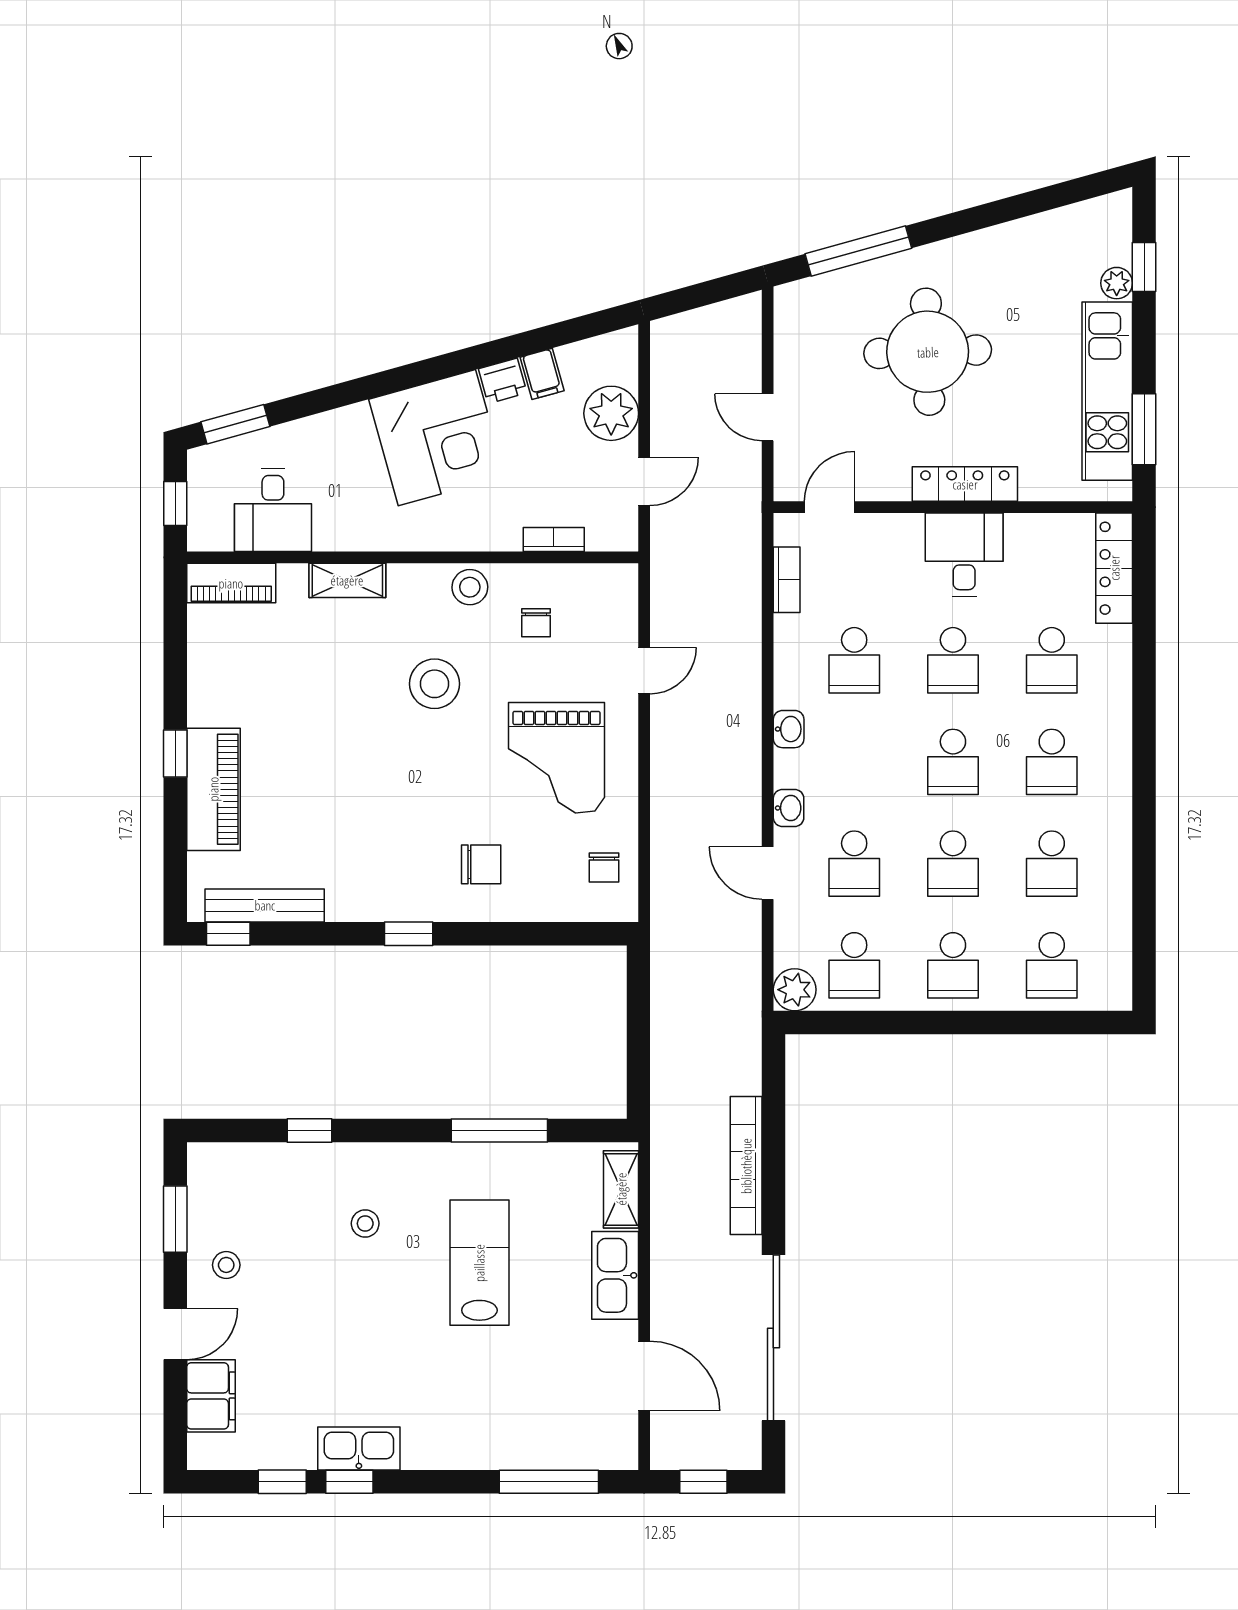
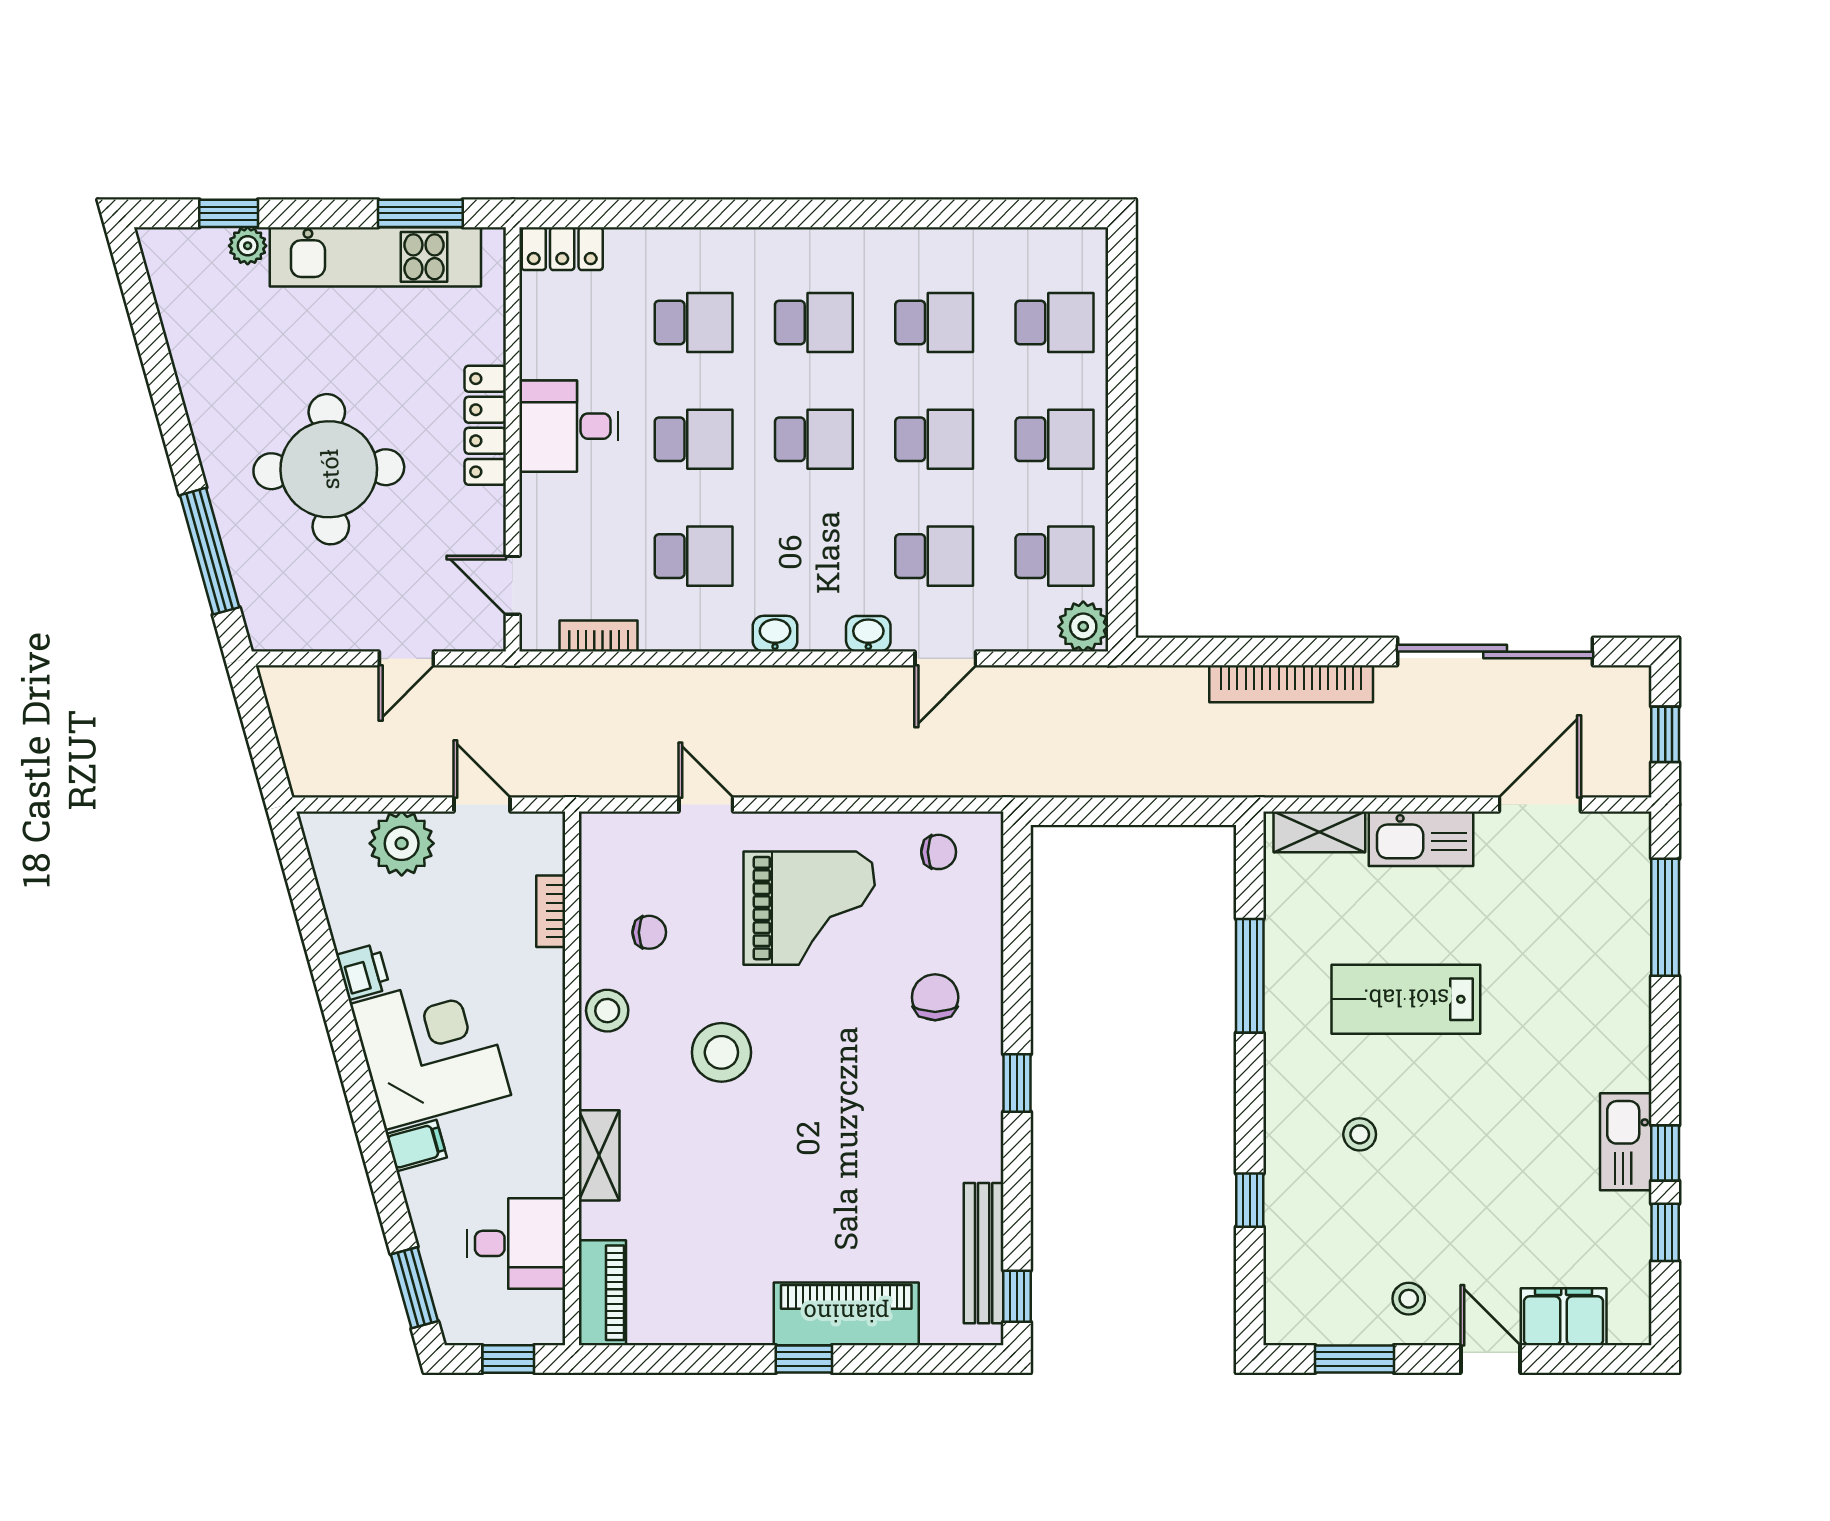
filing cabinet: (542, 374) -> (416, 1146), moved
locker: (1114, 568) -> (562, 249), width x0.66

